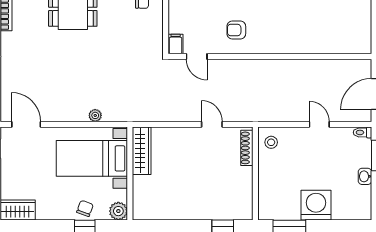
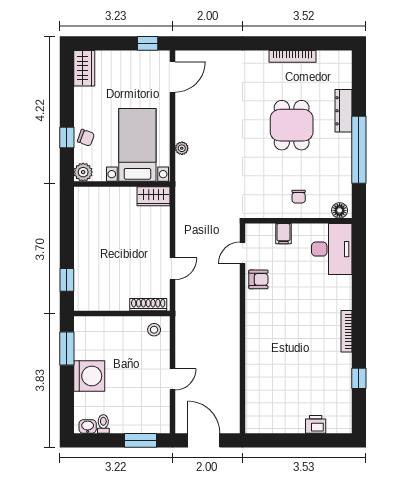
armchair: (236, 30) -> (258, 279), moved, turned 90
filing cabinet: (176, 44) -> (283, 234), moved, turned 90
toilet: (362, 132) -> (103, 424), moved
wardrobe: (142, 151) -> (154, 196), width x0.67
washbasin: (365, 176) -> (88, 426), moved

